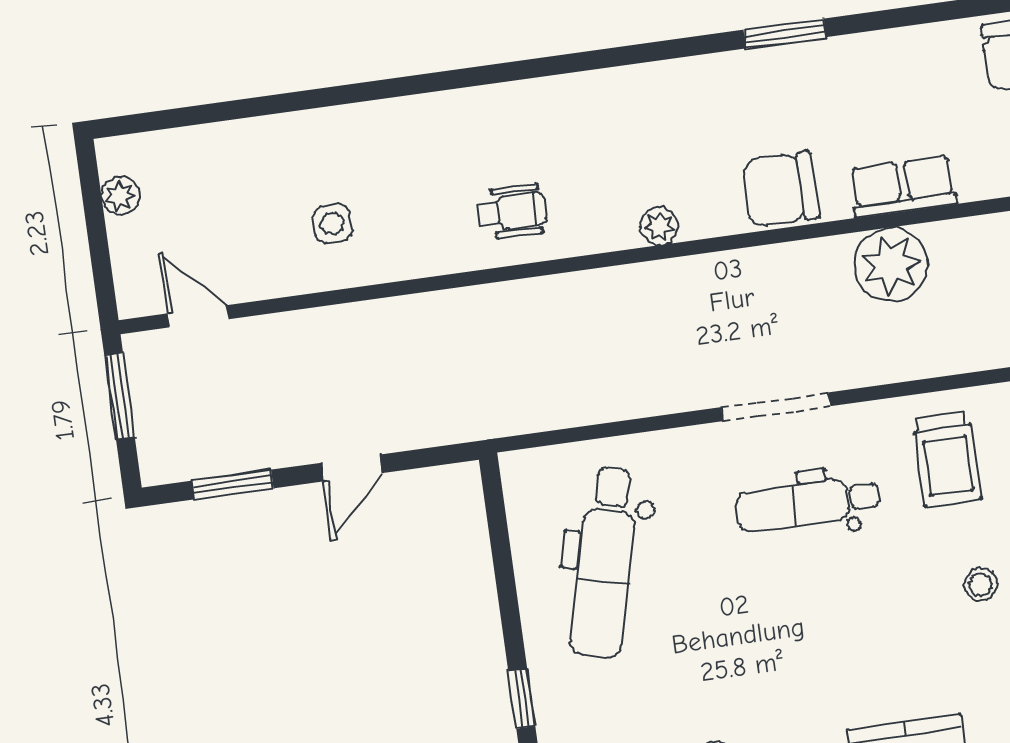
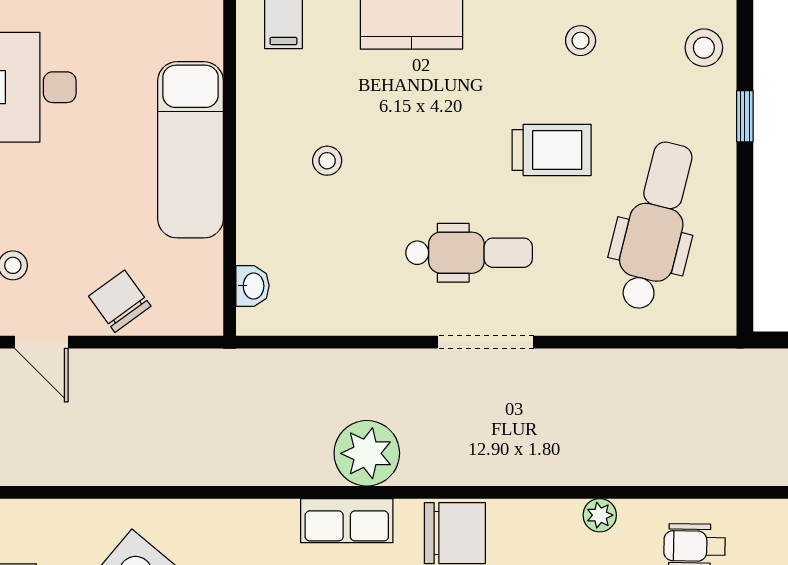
plant: (659, 226) -> (600, 515), moved
trolley: (947, 459) -> (552, 150), moved, turned 90

